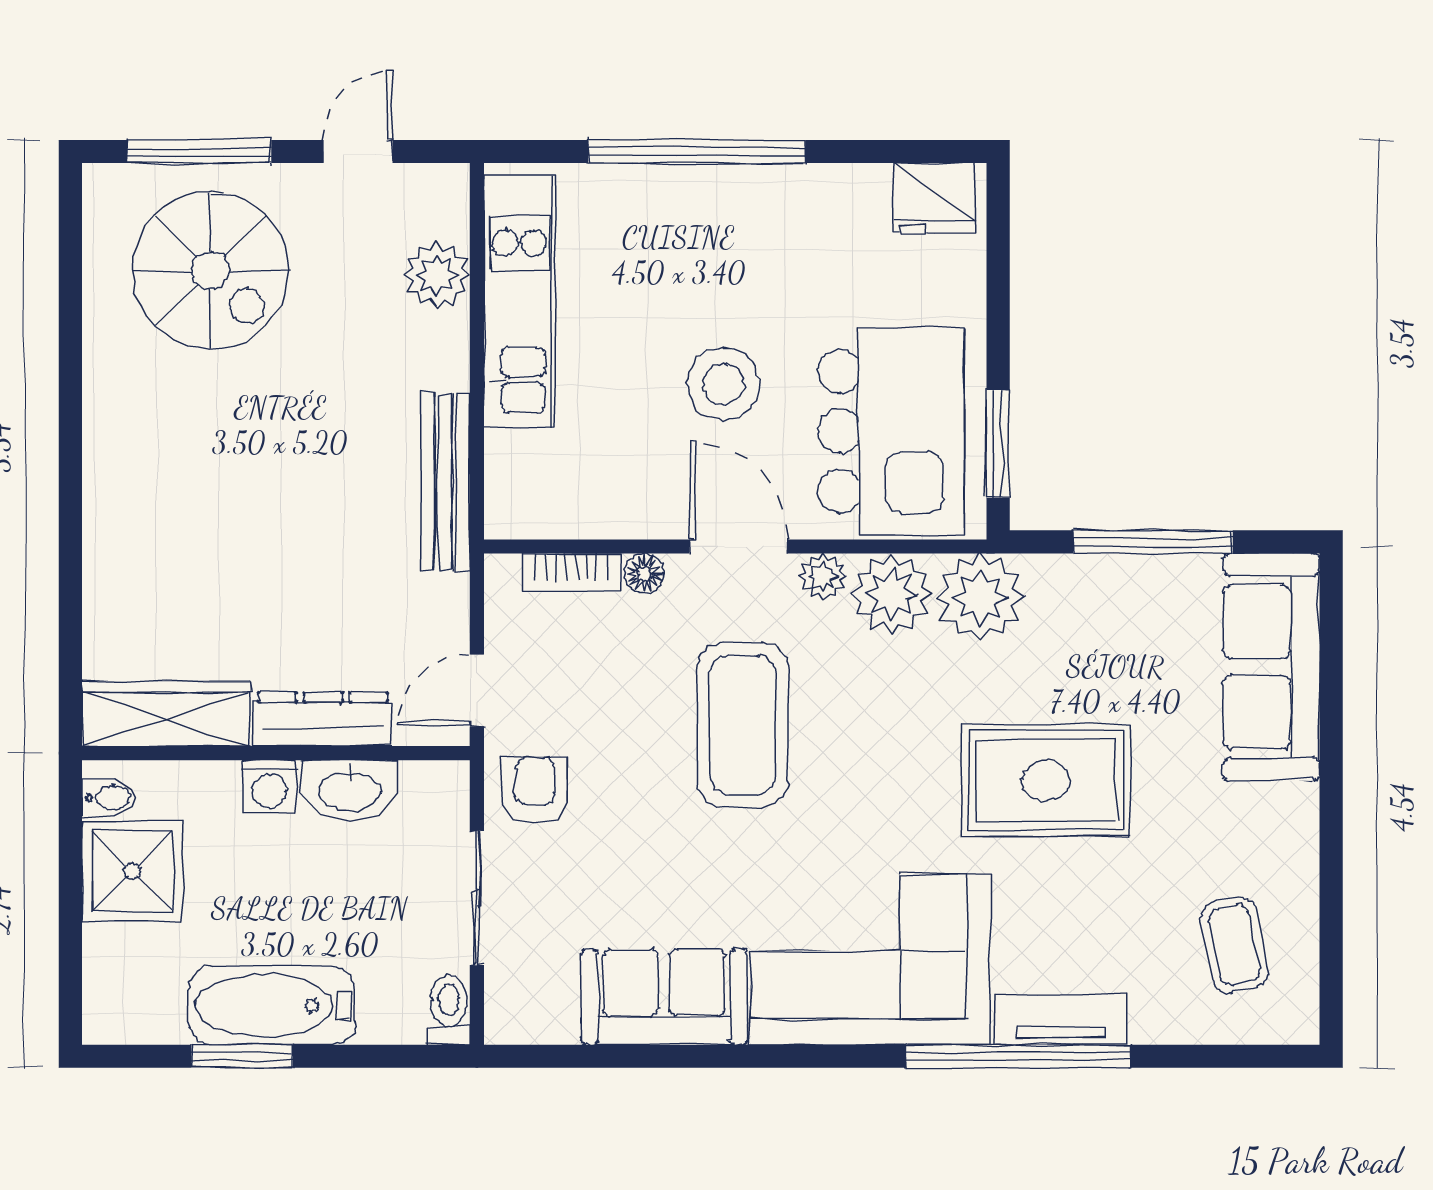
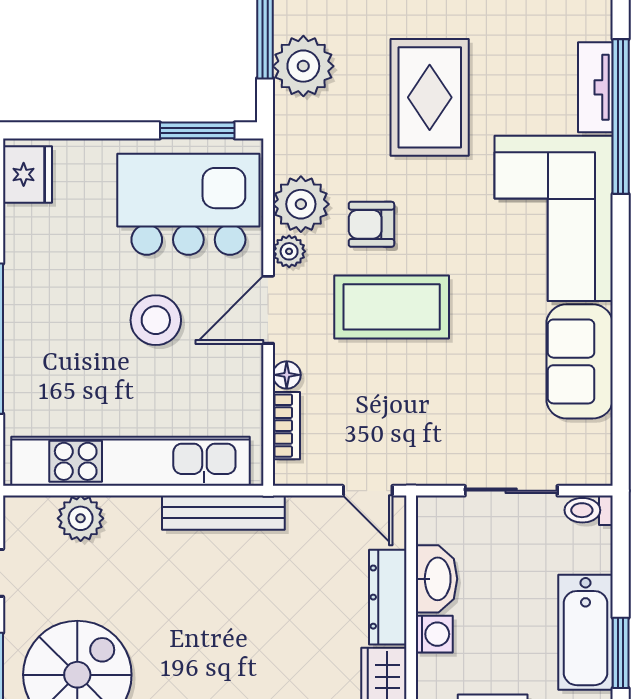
kitchen unit: (519, 301) -> (131, 461), width x1.36
plant: (980, 597) -> (303, 66), moved
armchair: (535, 790) -> (371, 224), moved

